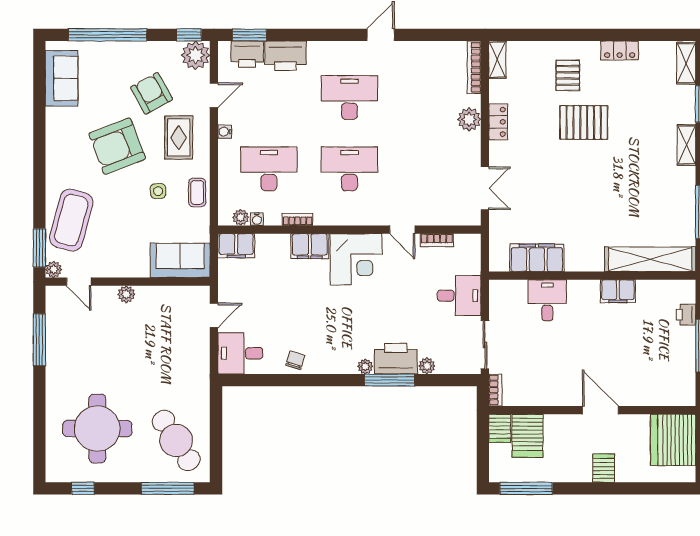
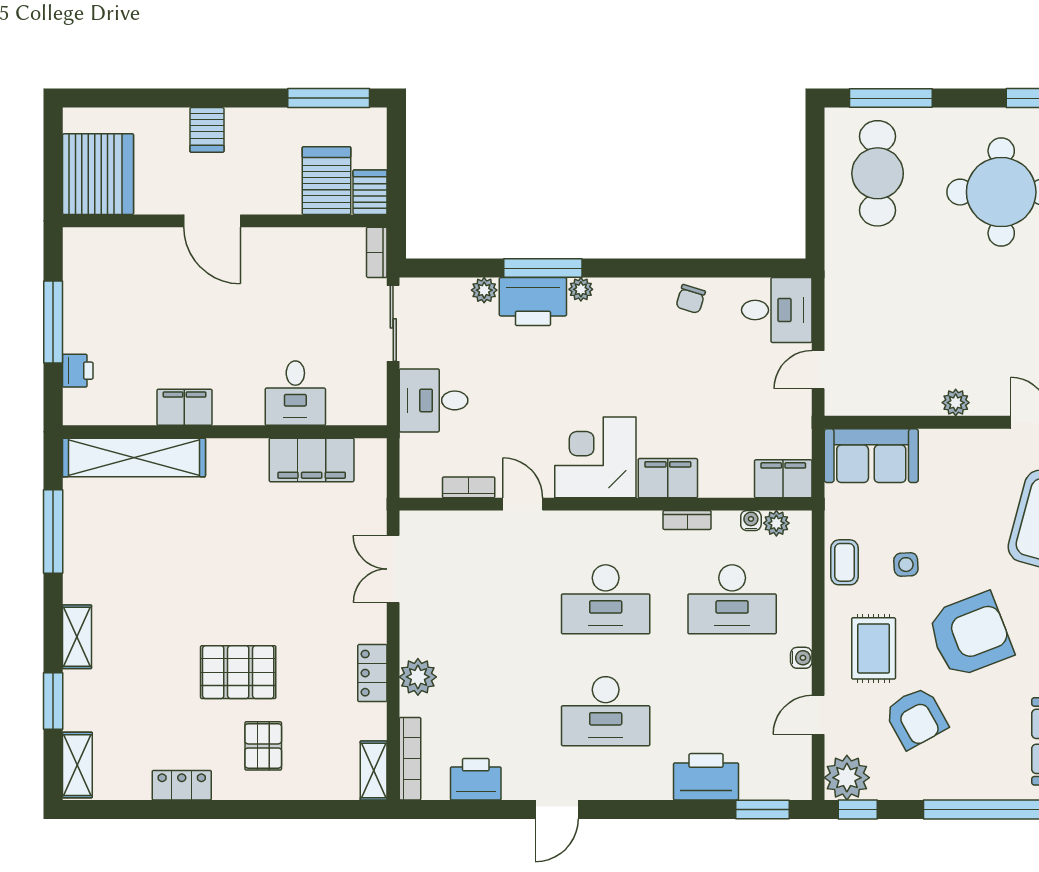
printer: (247, 54) -> (476, 779), moved
cafe table: (176, 440) -> (878, 173), turned 33

